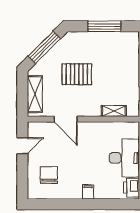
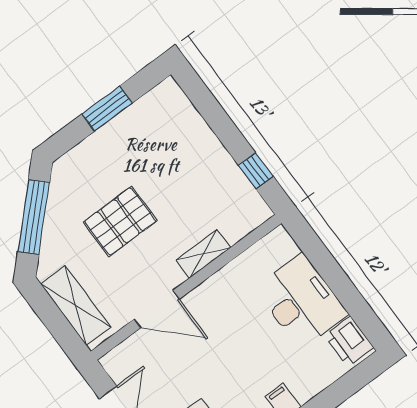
window: (104, 26) -> (107, 108), width x0.69
shelving: (114, 111) -> (203, 254), moved

